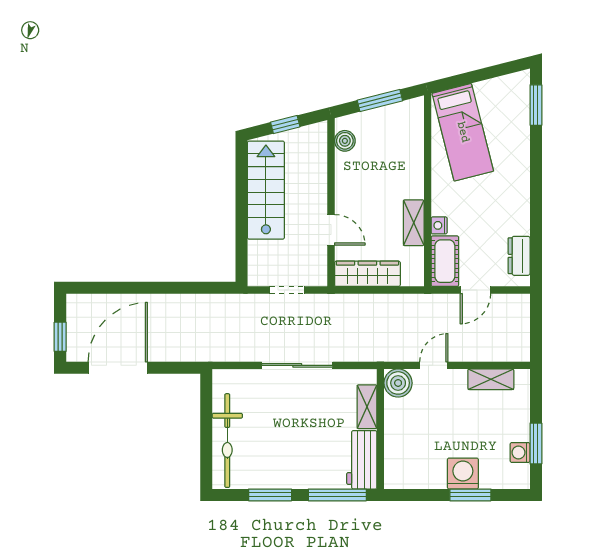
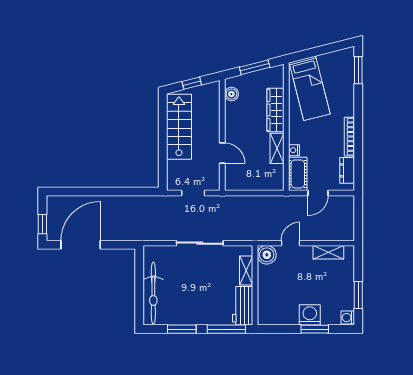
bookcase: (522, 205) -> (349, 137), added
wardrobe: (367, 274) -> (276, 110), moved, turned -90
washing machine: (520, 452) -> (348, 318), moved

